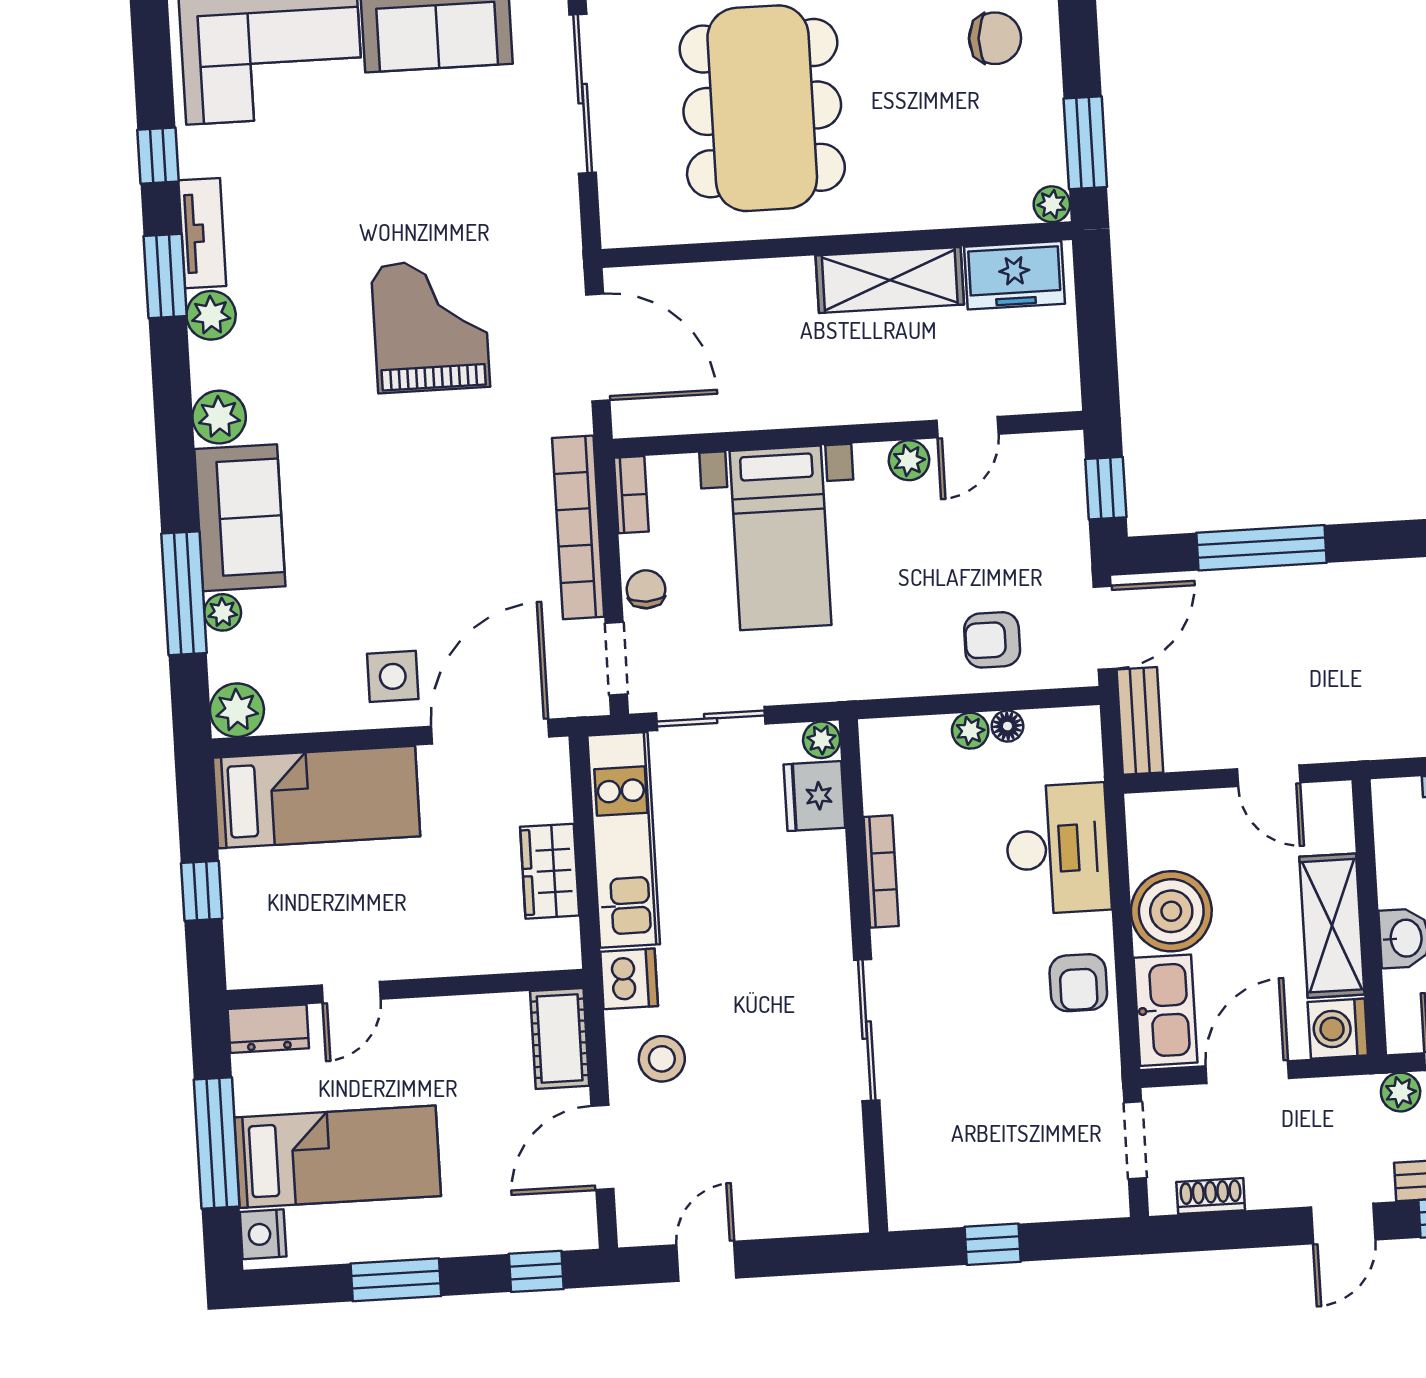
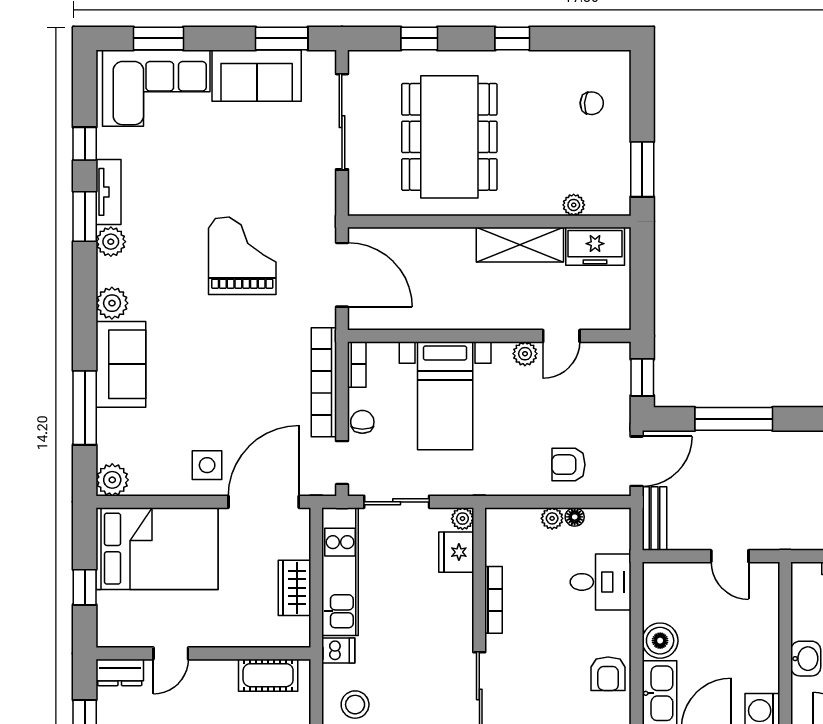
chair: (995, 38) -> (592, 103), width x0.73, depth x0.73
plant: (1052, 204) -> (574, 205), moved
plant: (223, 612) -> (107, 421), removed
bed: (317, 797) -> (157, 549), width x1.50
desk: (1058, 849) -> (601, 582), width x0.73
boiler: (1171, 911) -> (660, 641), width x0.73, depth x0.73
shelving: (1332, 926) -> (763, 648), removed
dishwasher: (629, 979) -> (338, 651), width x0.73
cot: (560, 1038) -> (268, 675), moved, turned 90

